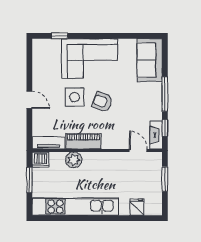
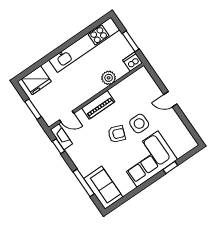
window: (59, 36) -> (170, 167), moved
window: (165, 94) -> (84, 183), moved
piano: (83, 141) -> (98, 105), moved
tv unit: (48, 143) -> (135, 78), removed
fridge: (137, 207) -> (36, 80), width x1.88, depth x1.34

